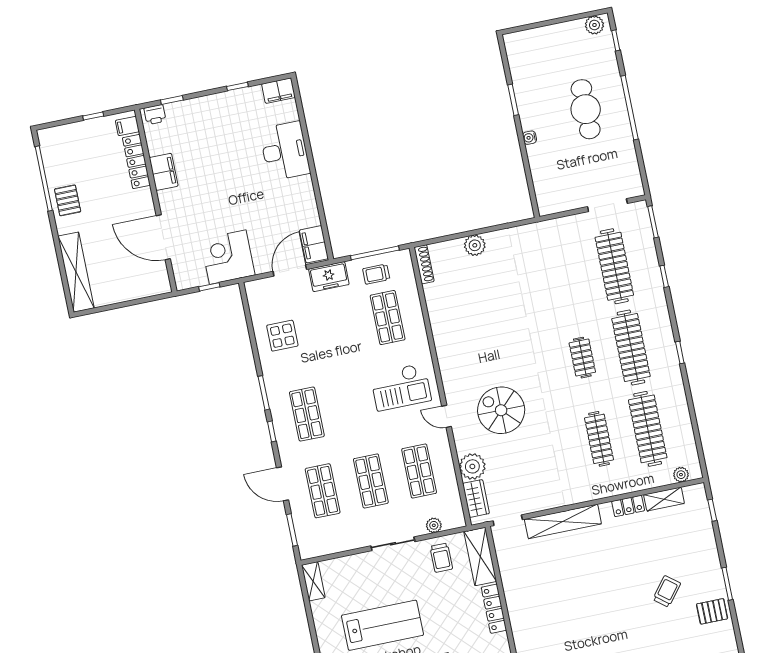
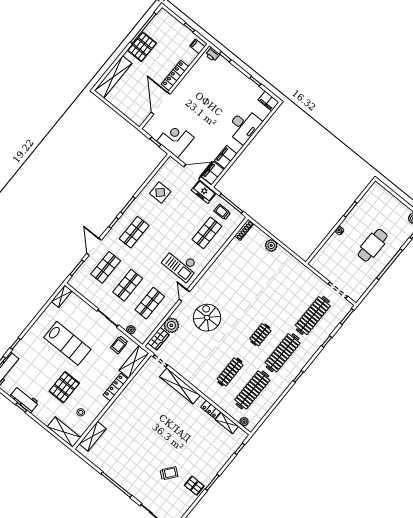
locker: (136, 161) -> (175, 75), moved
filing cabinet: (164, 172) -> (226, 157), moved, turned 180
pallet: (68, 200) -> (142, 47), width x1.50, depth x1.42
trolley: (667, 591) -> (169, 473), moved

